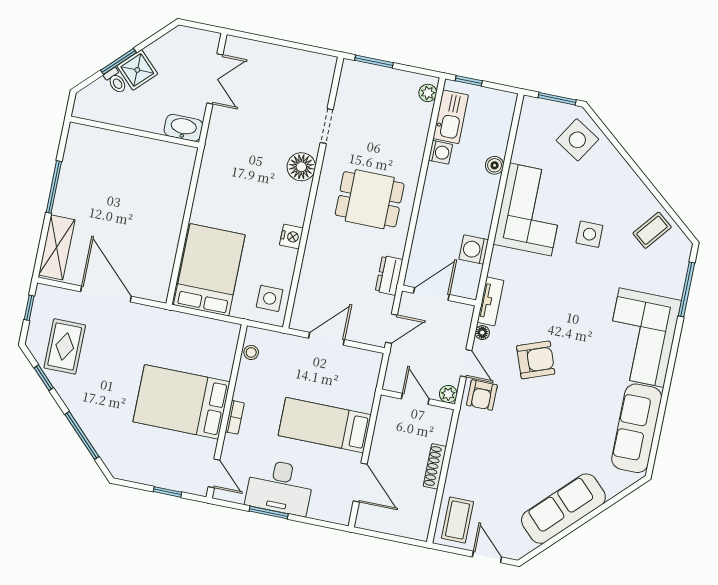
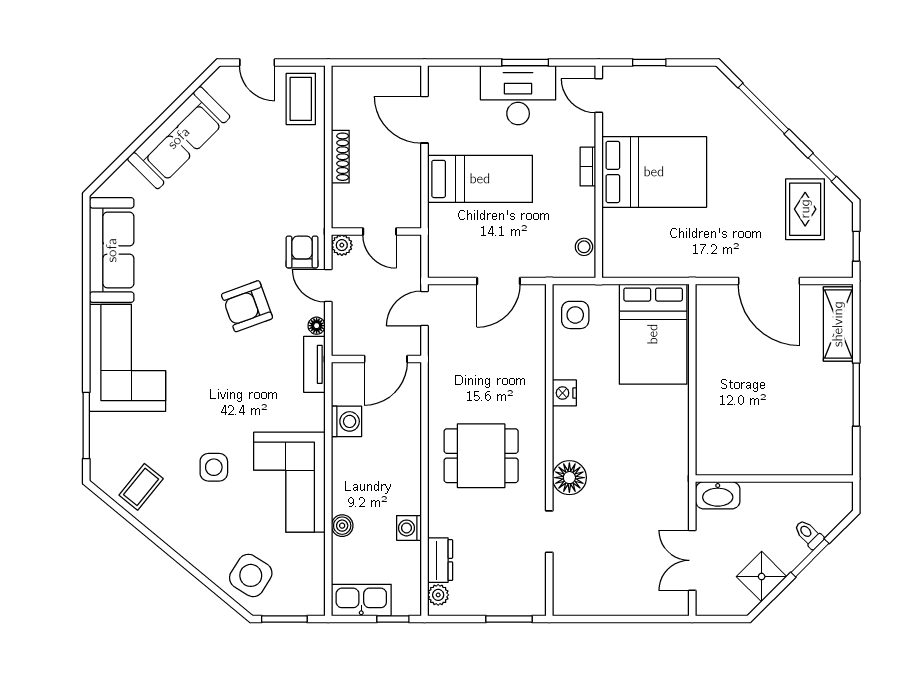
shower: (137, 70) -> (762, 577), moved
kitchen sink: (451, 117) -> (361, 600), moved, turned 90
dresser: (389, 275) -> (440, 560), moved

